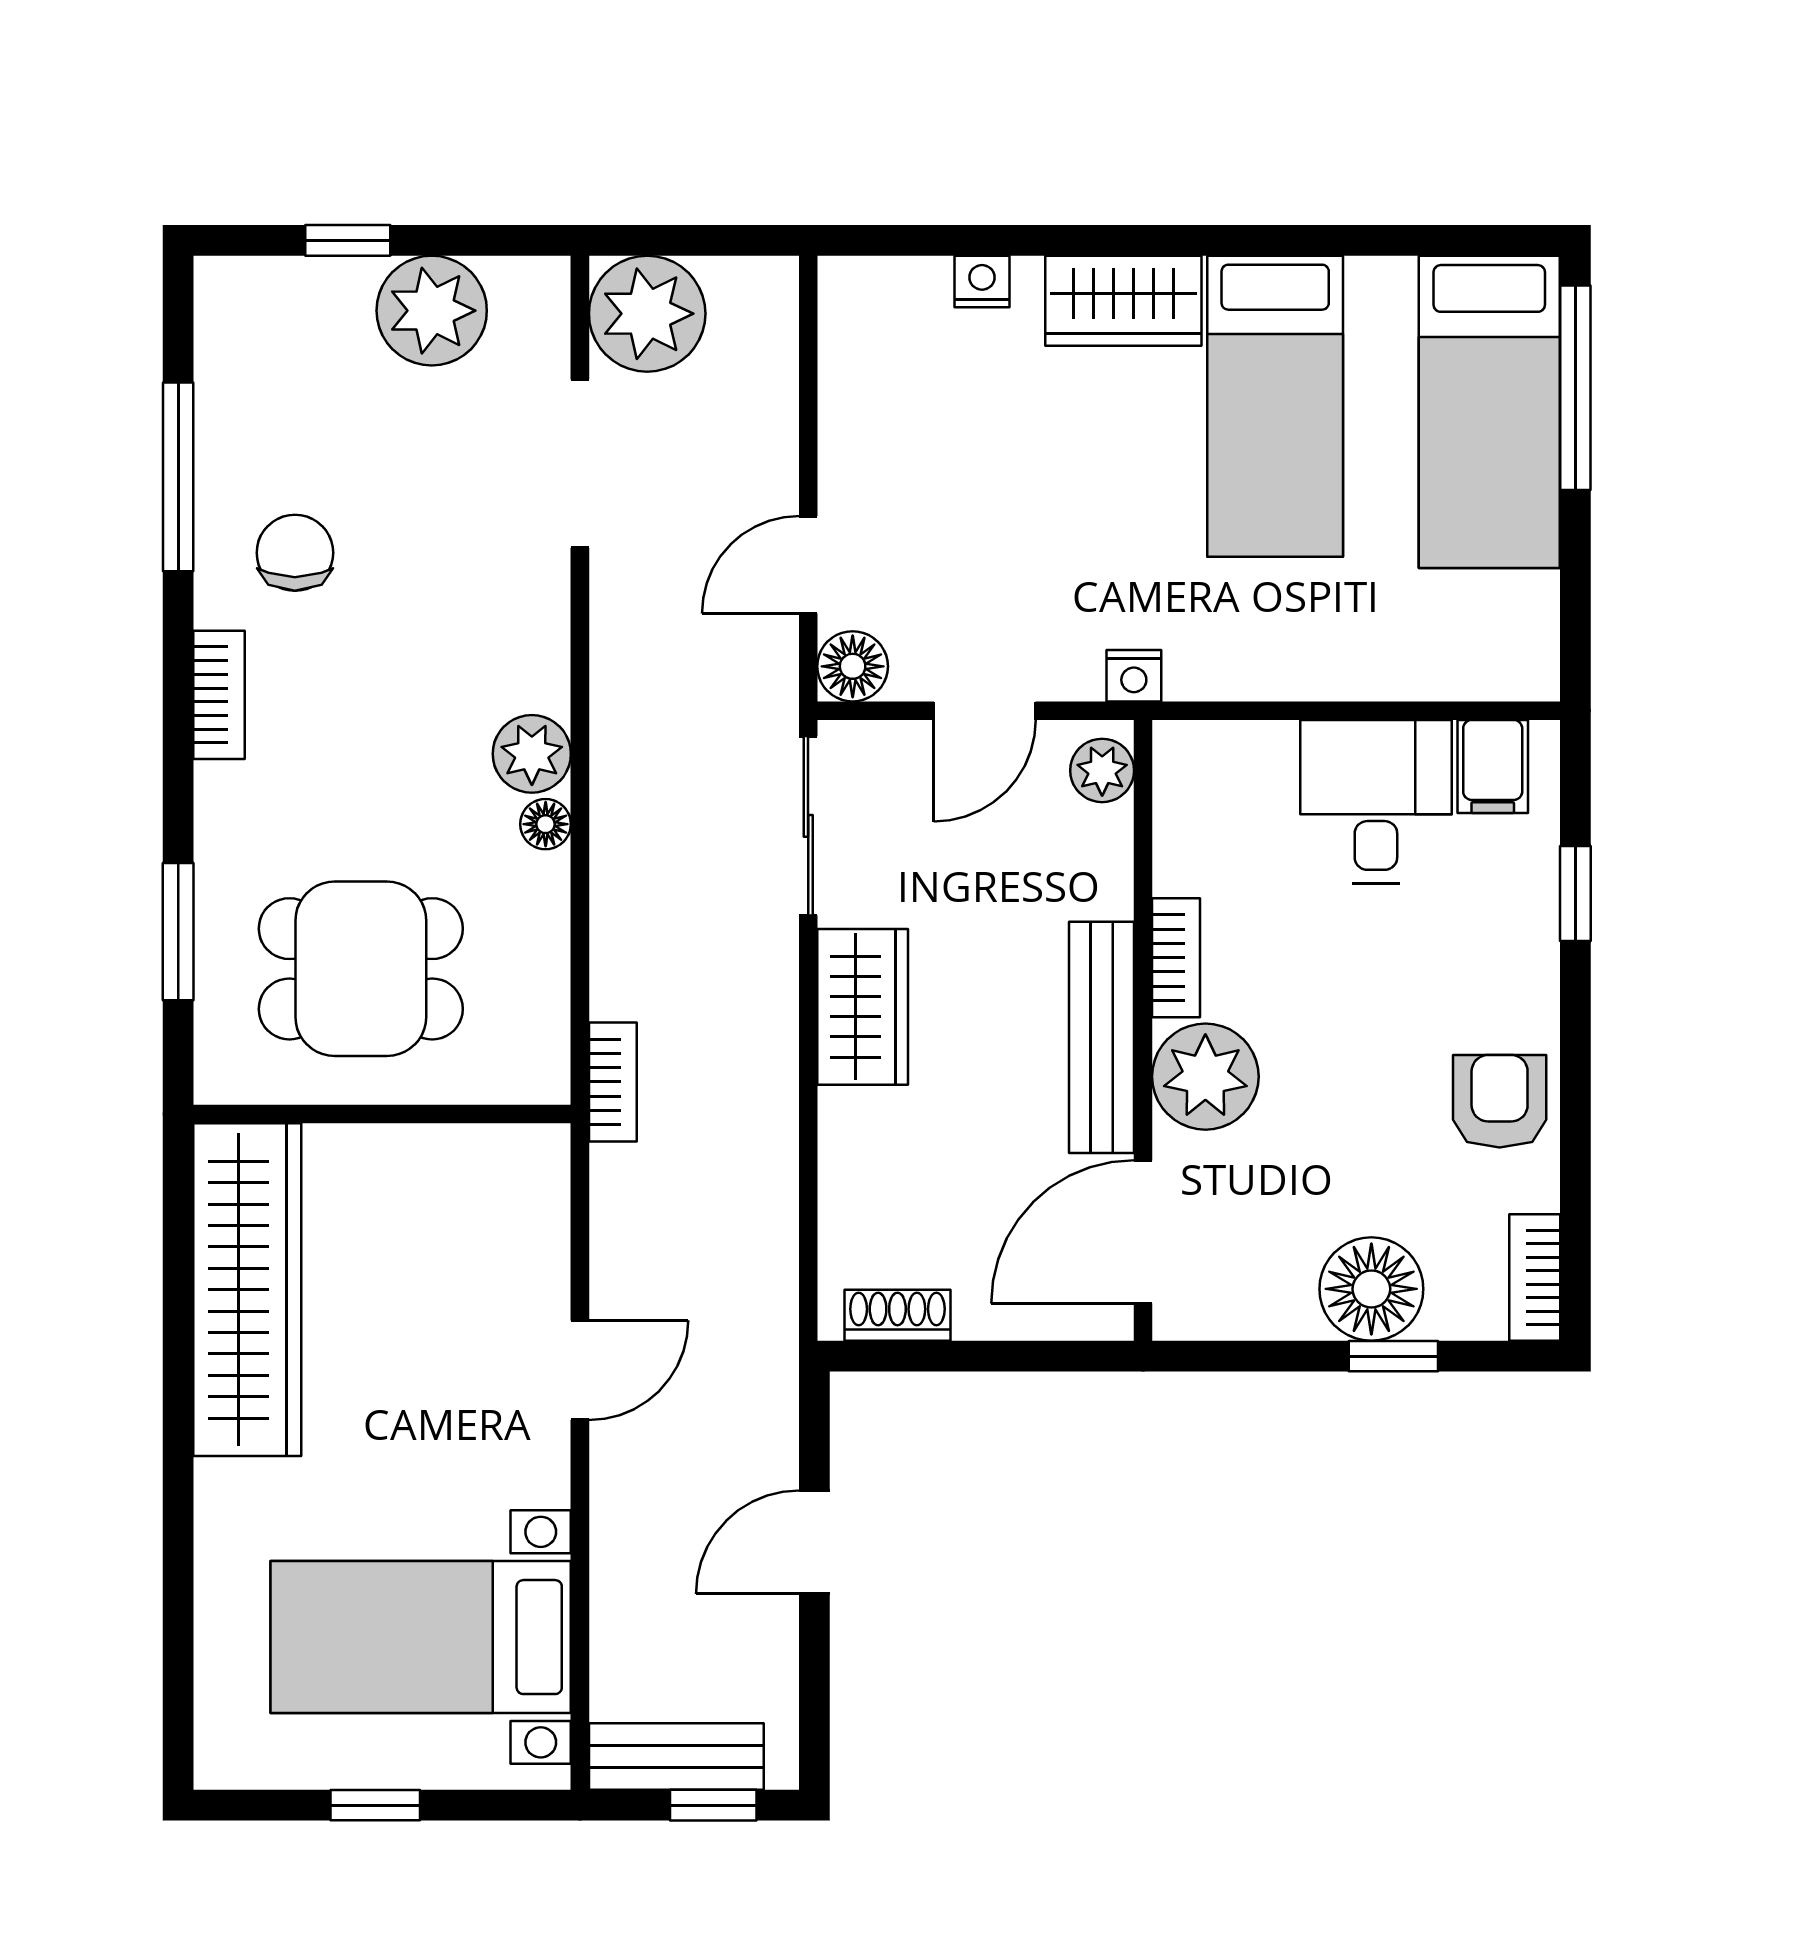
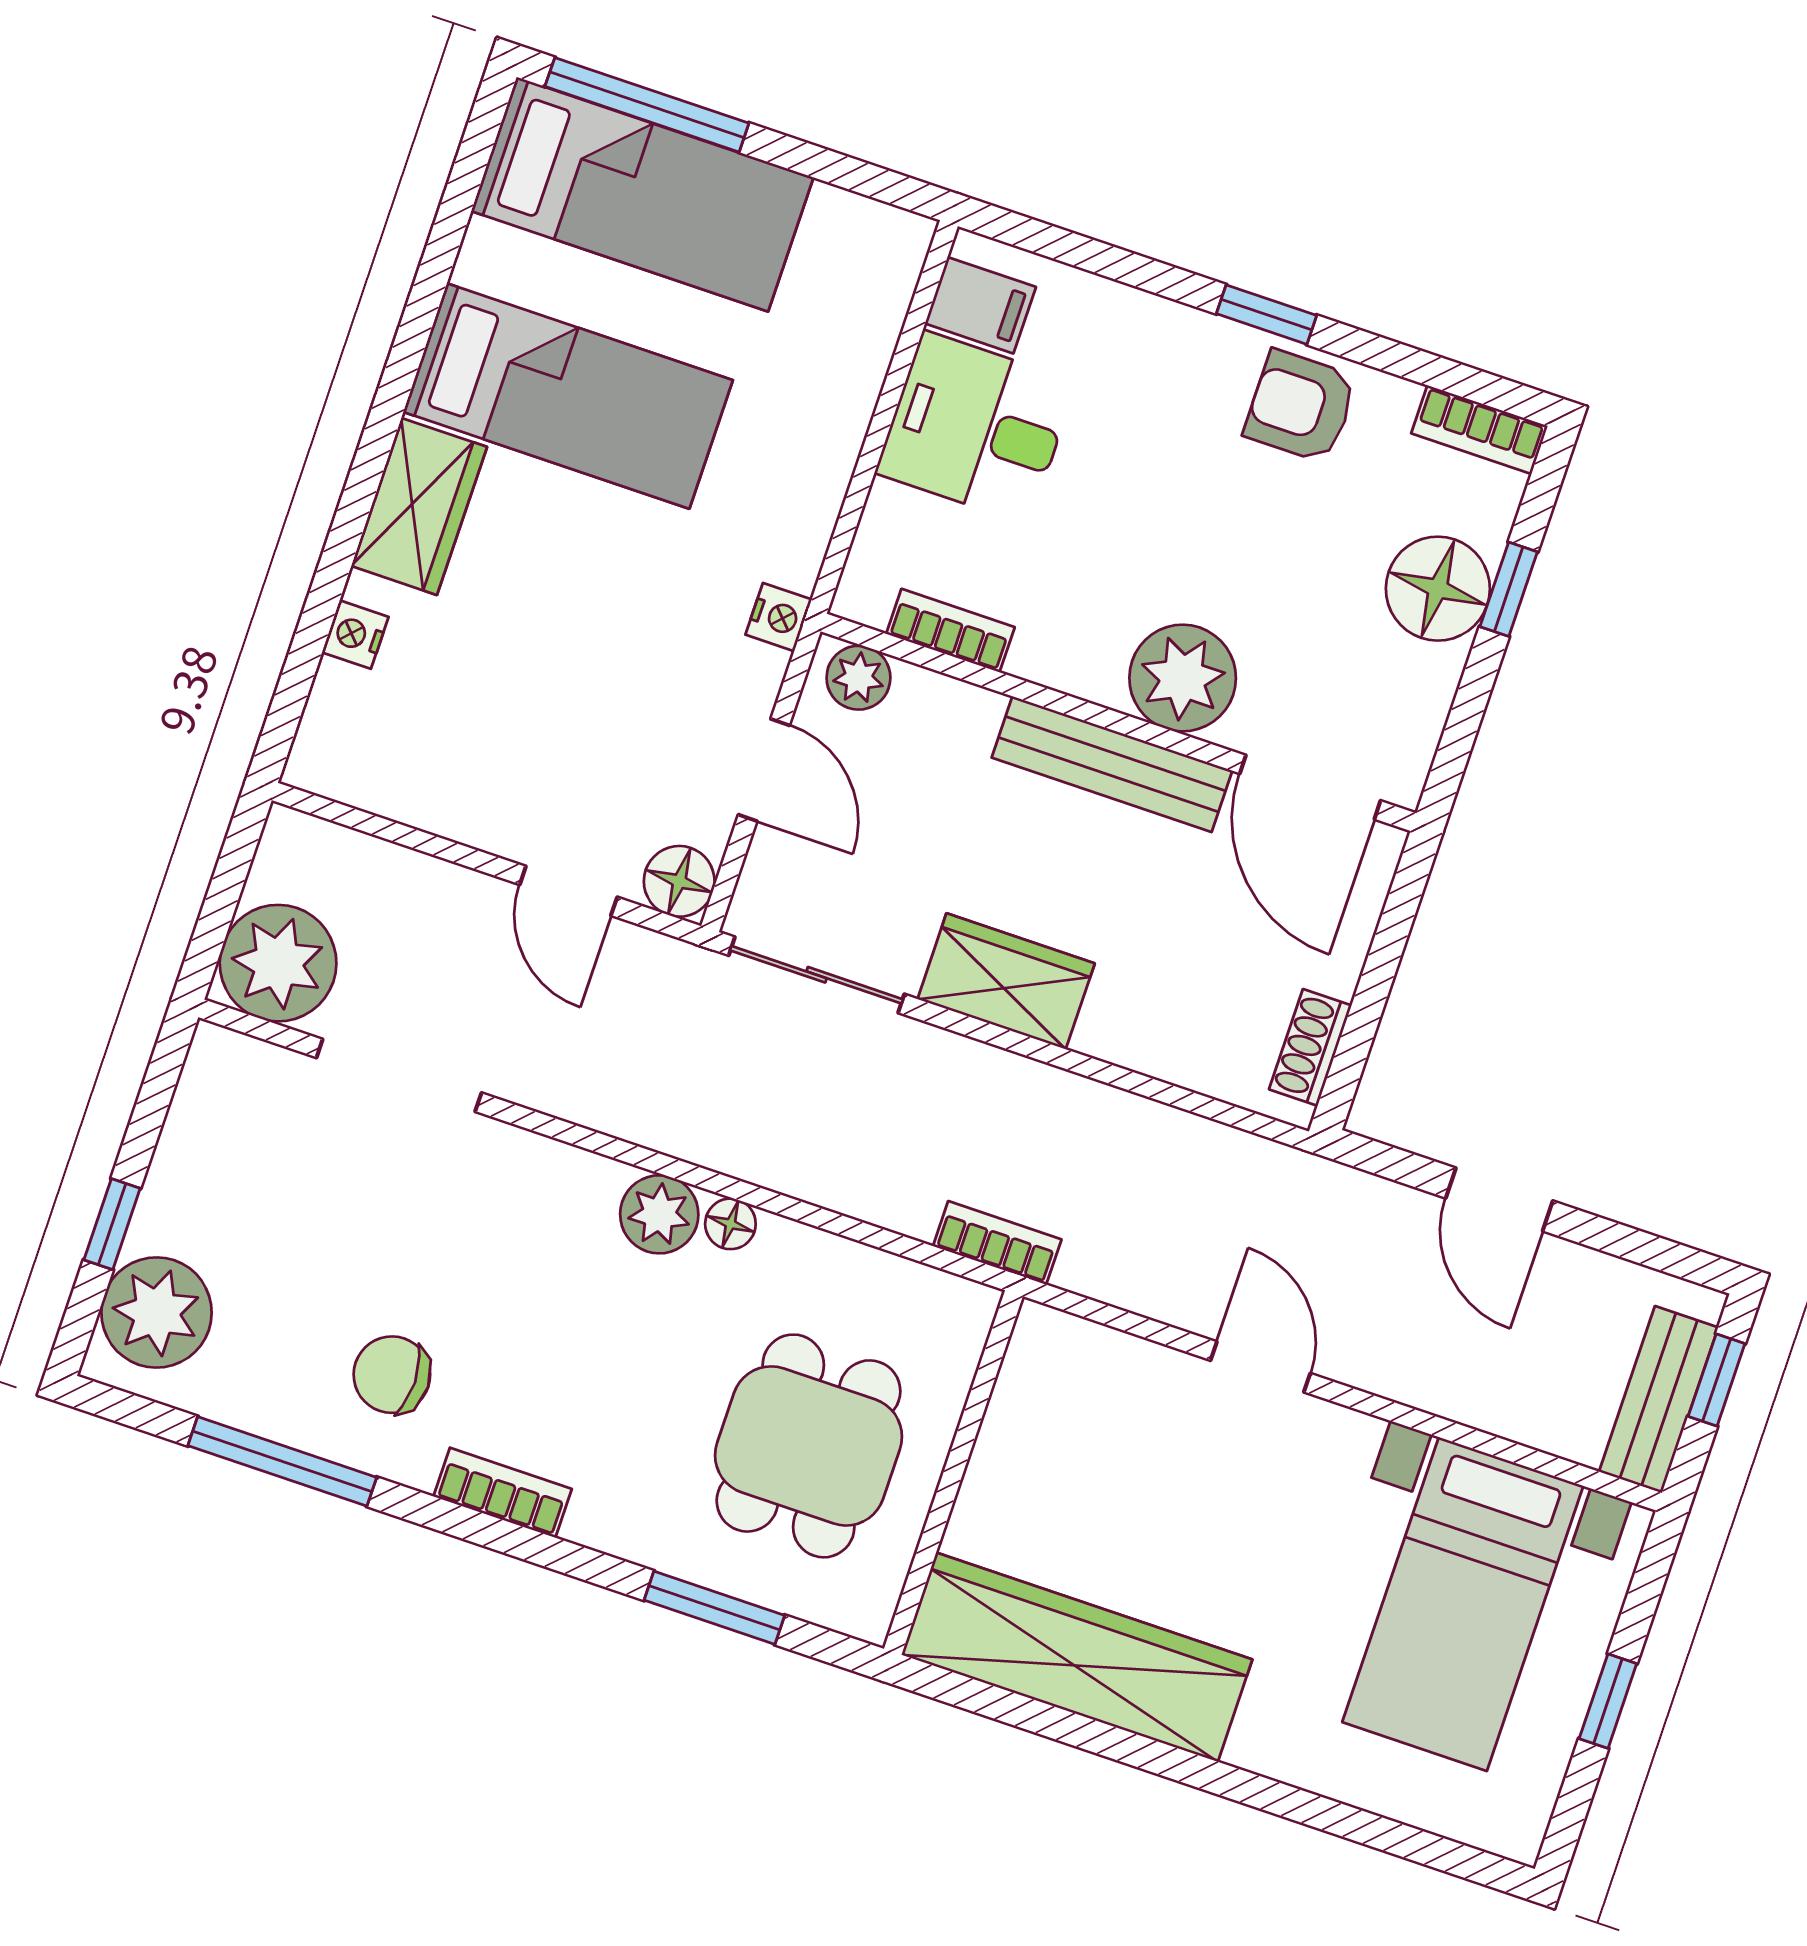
plant: (432, 311) -> (157, 1312), moved
window: (1575, 894) -> (1267, 315), moved
bookcase: (1176, 958) -> (950, 630), moved

